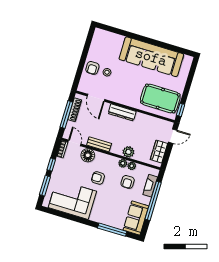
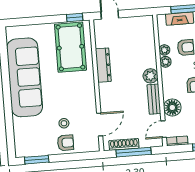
window: (88, 42) -> (37, 160), added
dresser: (122, 112) -> (103, 65), moved
wardrobe: (159, 151) -> (134, 24), removed
plant: (128, 152) -> (150, 76), moved

